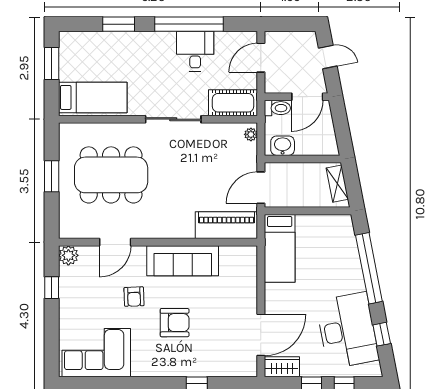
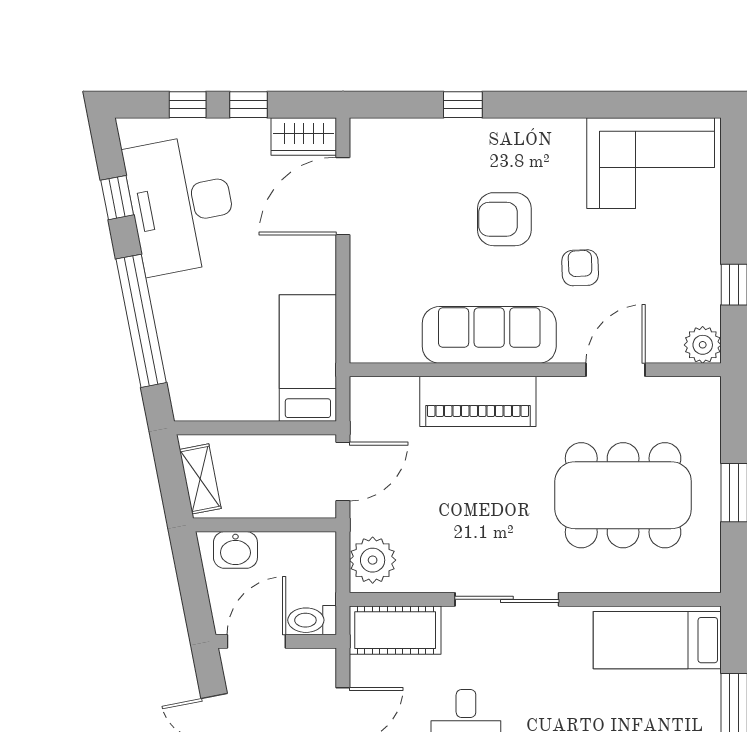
plant: (251, 134) -> (373, 560), width x1.88, depth x1.88
washbasin: (283, 146) -> (235, 550), moved
piano: (226, 225) -> (478, 401), moved

